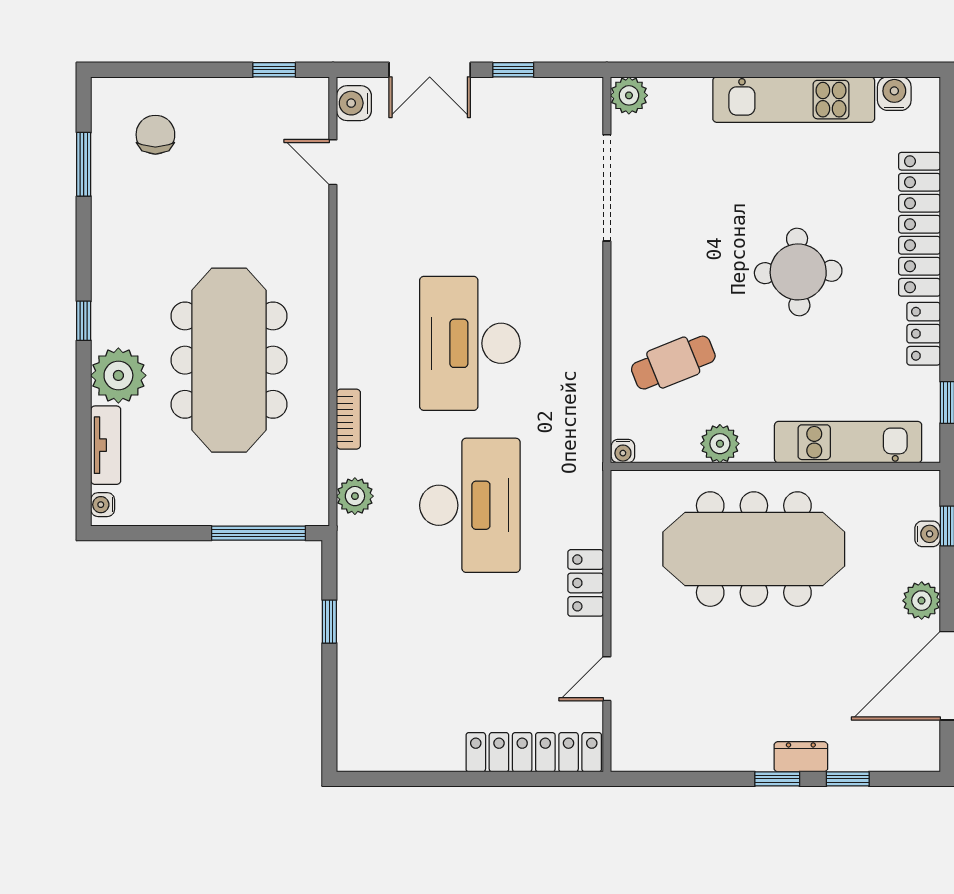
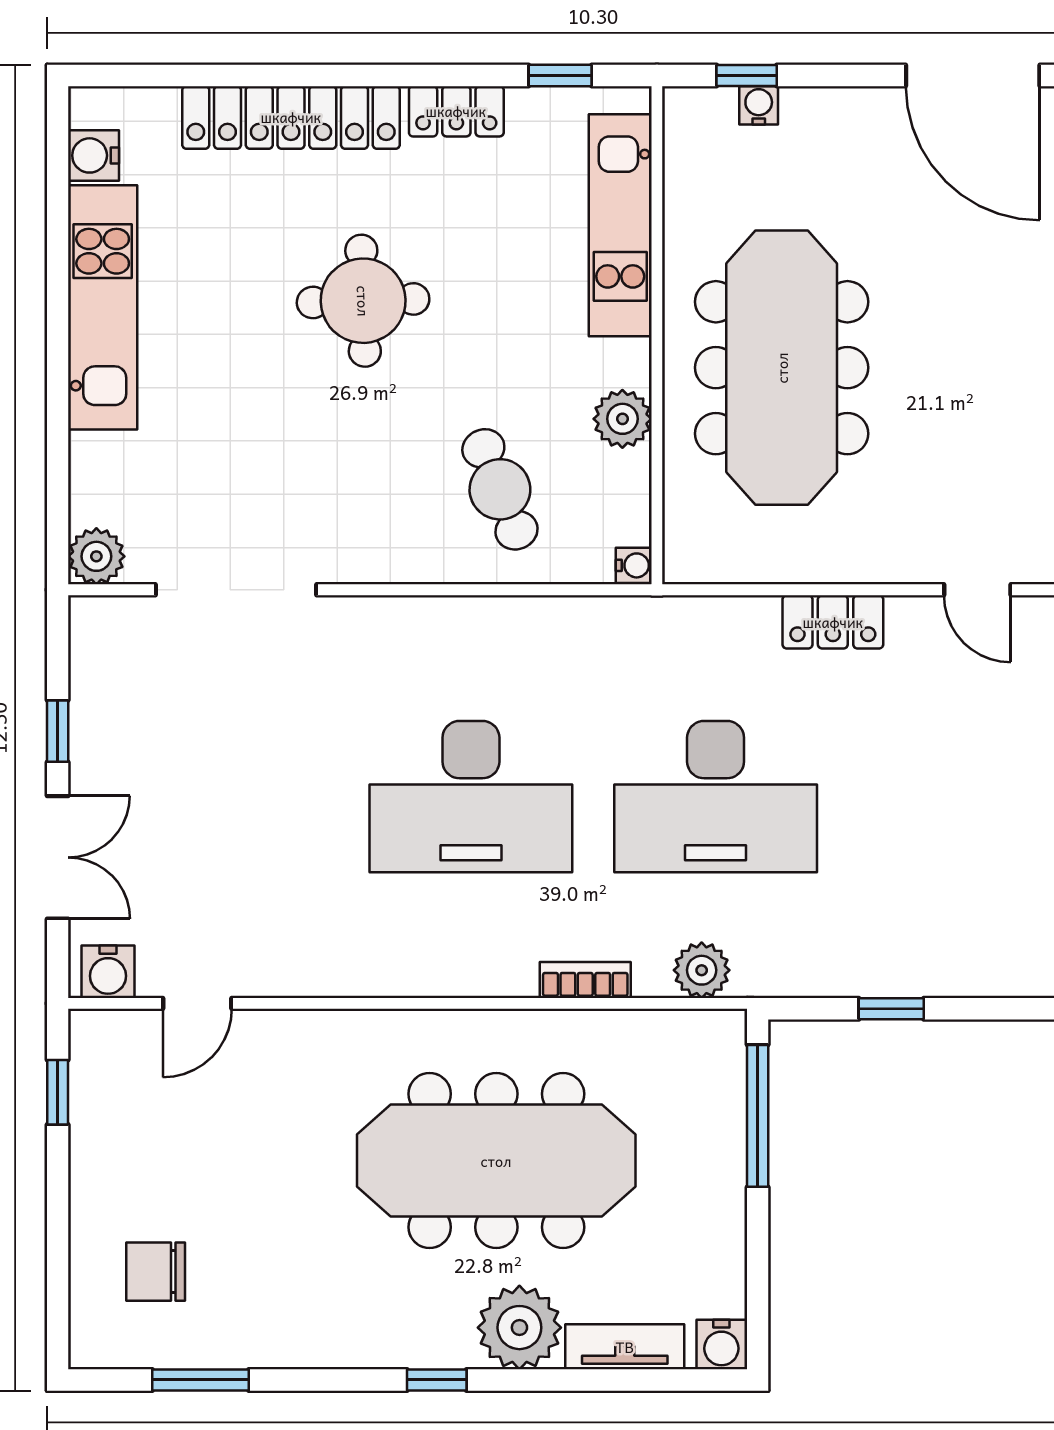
water cooler: (103, 505) -> (721, 1344), width x1.38, depth x1.38
desk: (470, 505) -> (716, 797), turned 180
plant: (922, 601) -> (859, 114), removed

